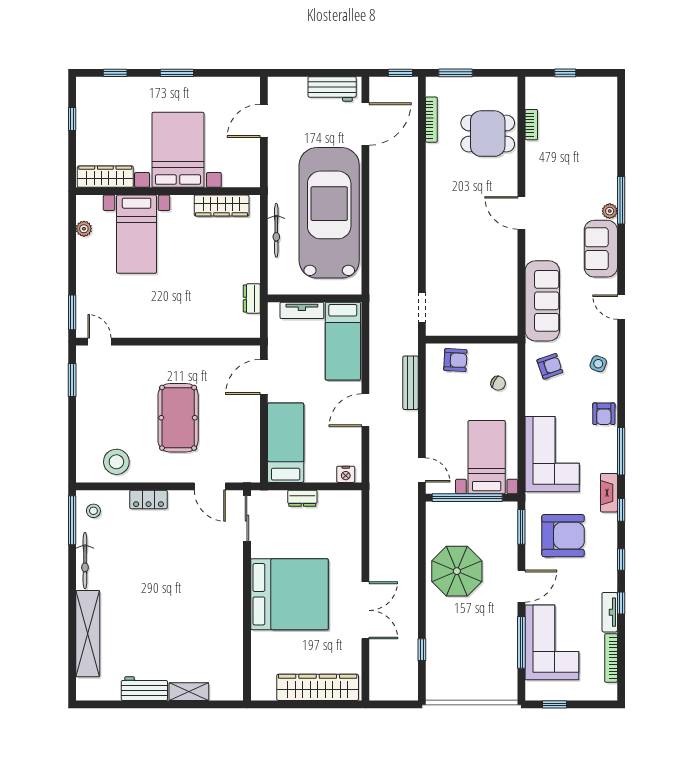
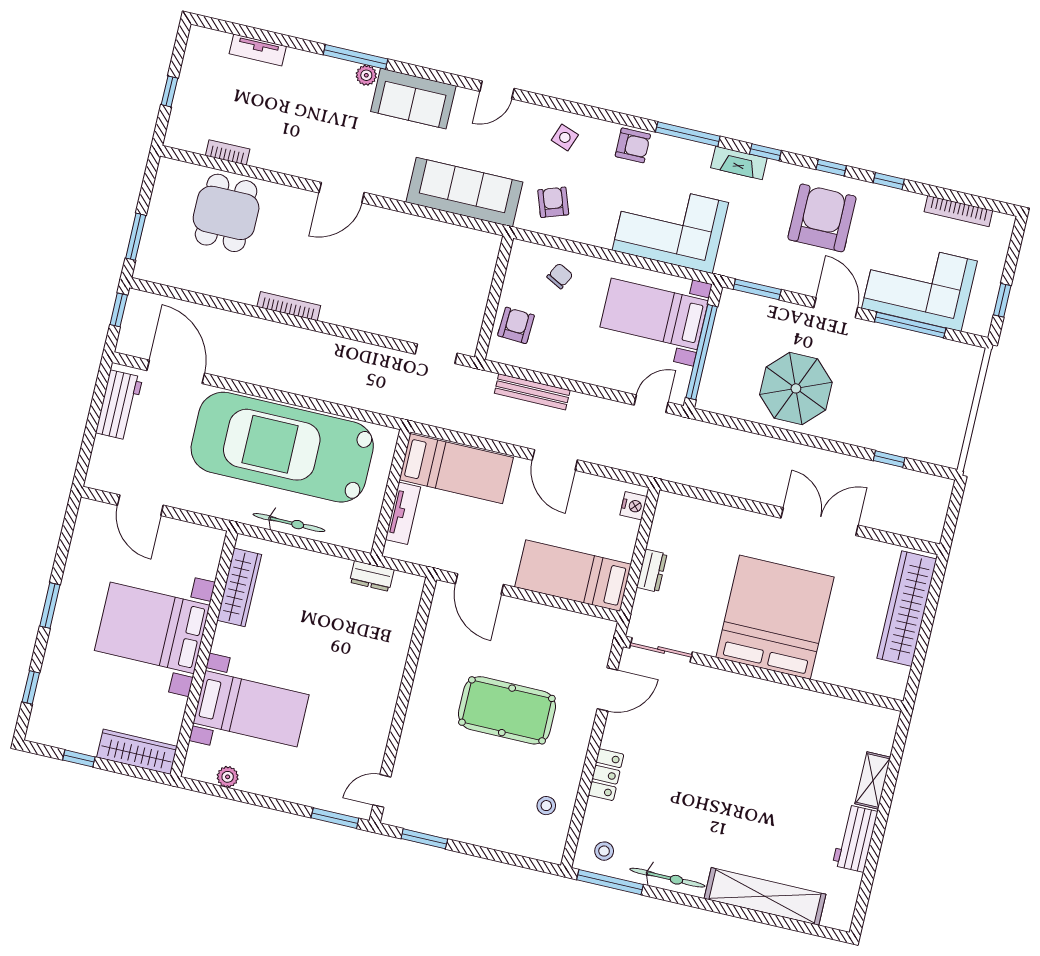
bookcase: (431, 120) -> (289, 306), moved
wardrobe: (105, 177) -> (137, 752), moved, turned 90
stool: (116, 462) -> (546, 806), width x0.53, depth x0.53
armchair: (563, 536) -> (822, 218), moved
tv unit: (610, 612) -> (258, 50), moved

